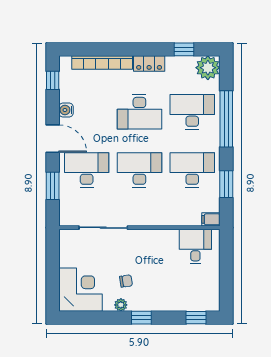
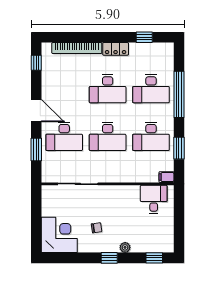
plant: (208, 68) -> (164, 52), removed
water cooler: (66, 110) -> (47, 87), removed
desk: (192, 112) -> (151, 89), turned 180
desk: (87, 170) -> (64, 136), turned 180
desk: (139, 170) -> (108, 136), turned 180
desk: (192, 170) -> (151, 136), turned 180
plant: (121, 305) -> (125, 247), moved

